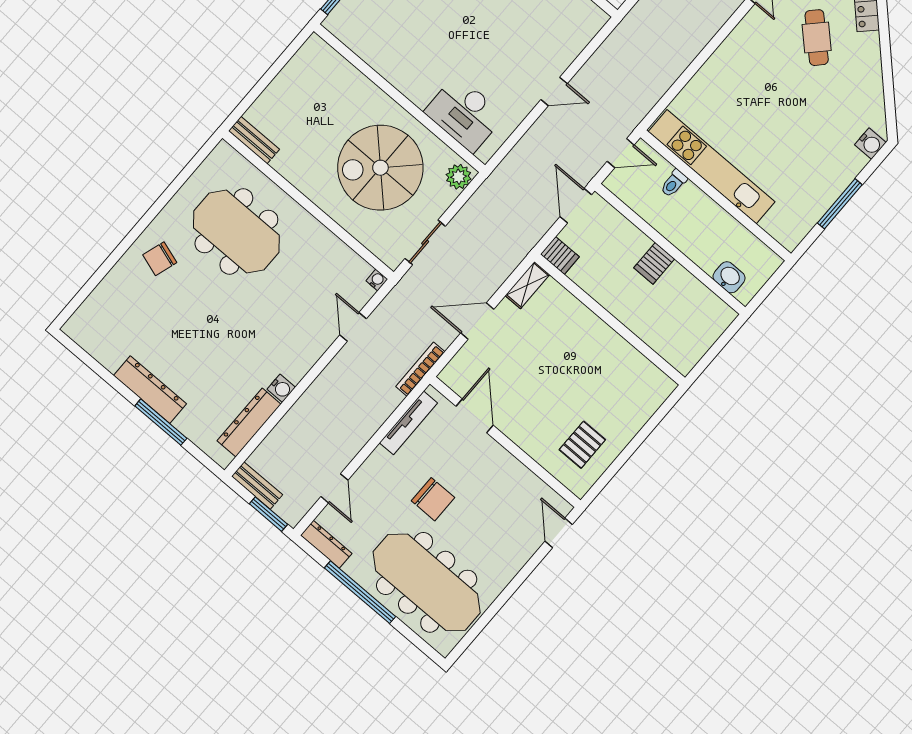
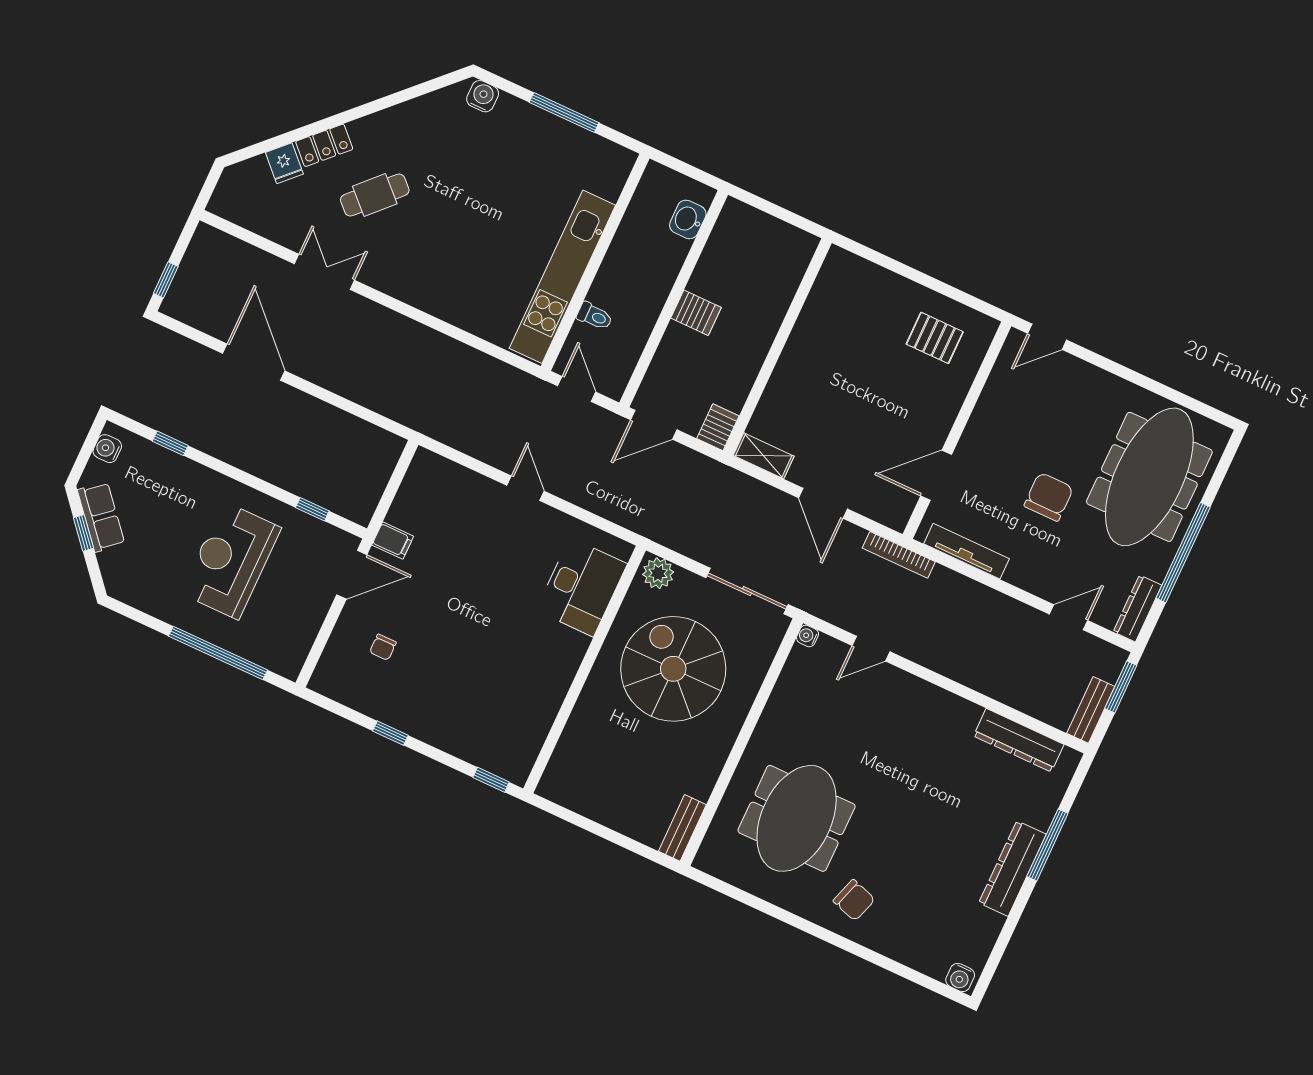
spiral stairs: (380, 168) -> (673, 669), turned 180
sliding door: (425, 242) -> (747, 591), width x1.37
water cooler: (281, 388) -> (960, 977), moved, turned 180

